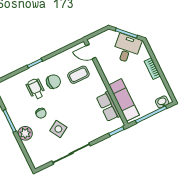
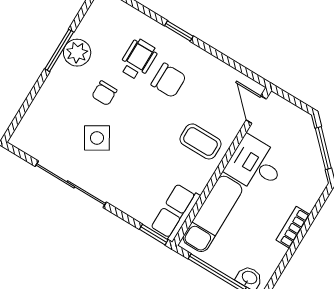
desk: (127, 49) -> (255, 165), moved, turned -135
coffee table: (78, 75) -> (201, 141), moved
row of seats: (108, 107) -> (175, 212), moved
plant: (25, 133) -> (77, 53), moved

